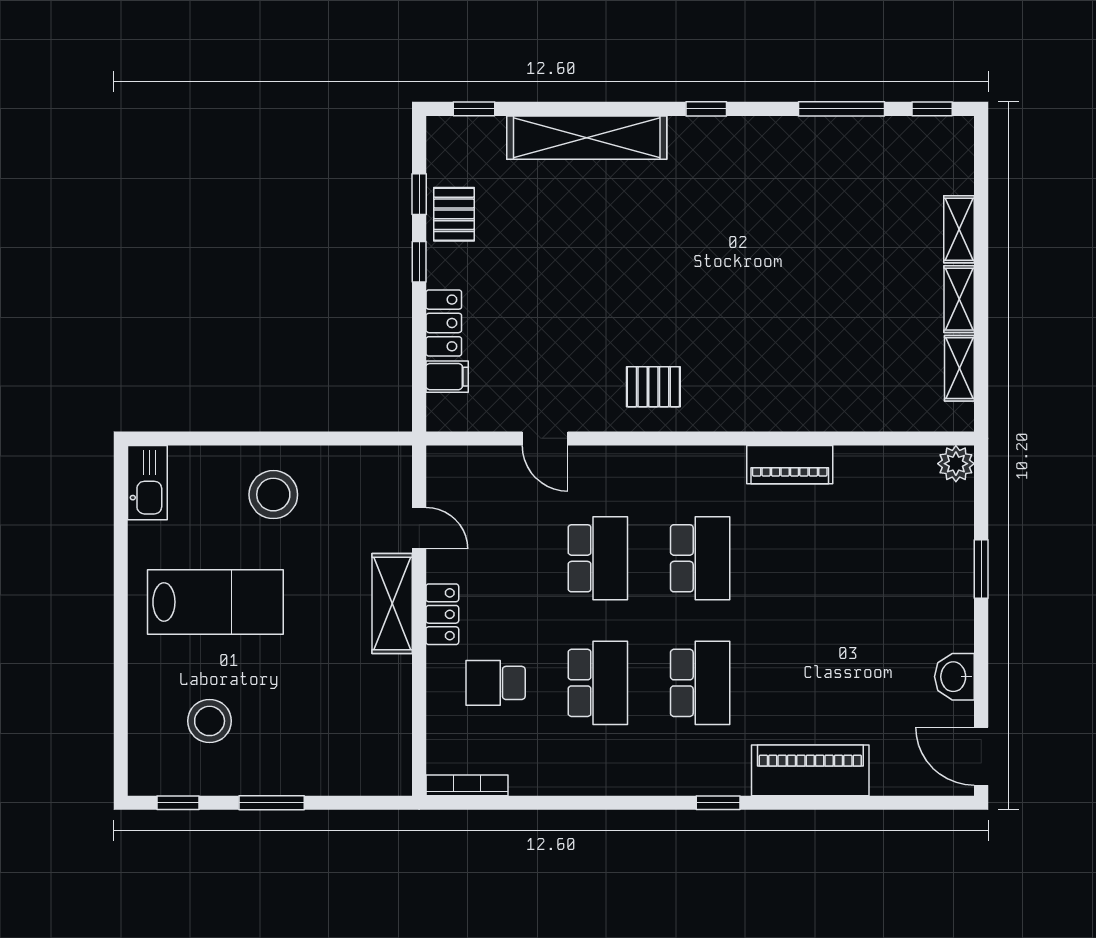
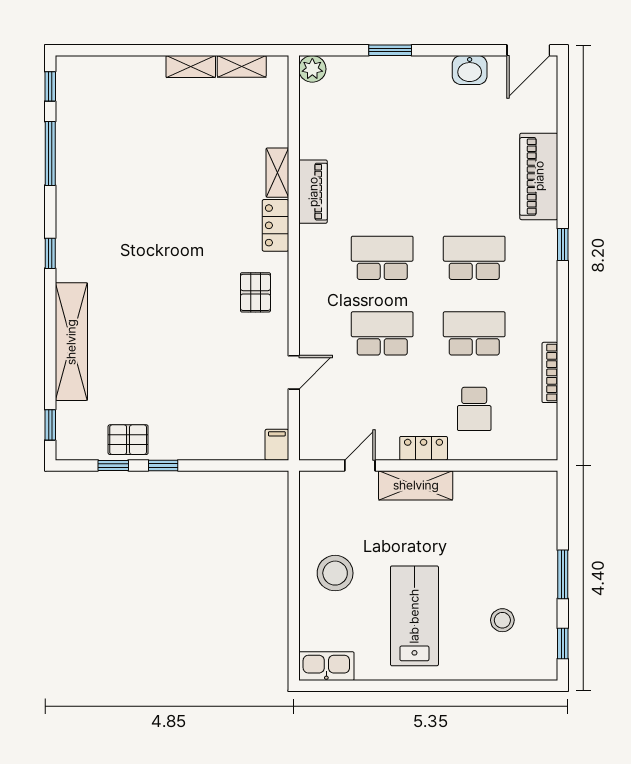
shelving: (959, 229) -> (277, 173), moved, turned 90
locker: (444, 323) -> (275, 225), moved, turned -90
filing cabinet: (447, 377) -> (277, 445), moved
stool: (210, 721) -> (502, 620), width x0.73, depth x0.73
bookcase: (467, 785) -> (550, 372), moved

